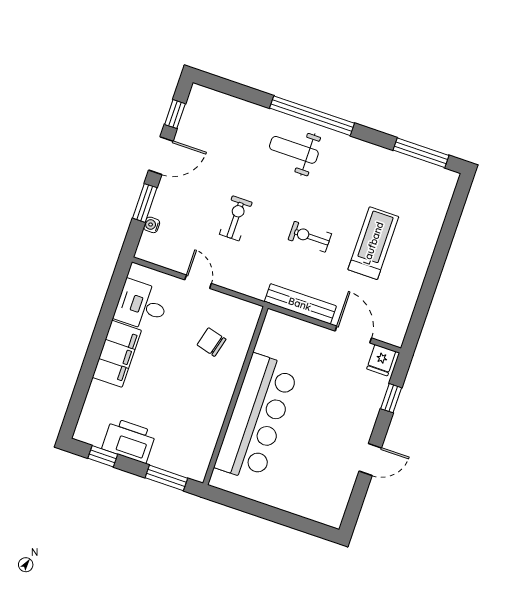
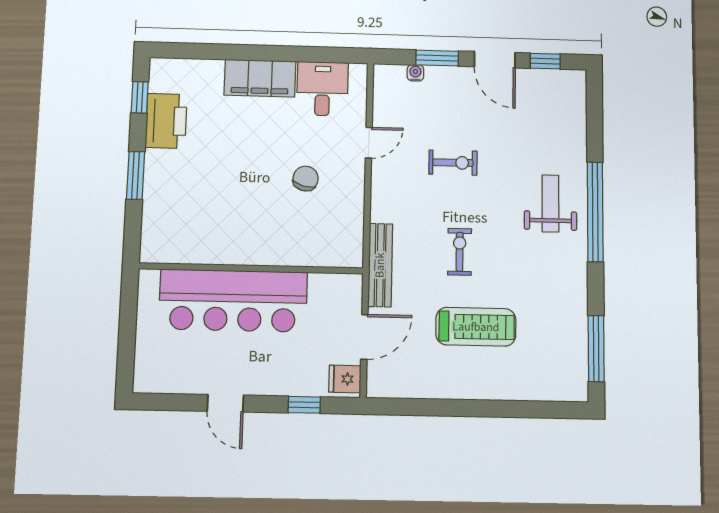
wall: (236, 396) -> (251, 268), moved
bar counter: (257, 418) -> (233, 300), moved

